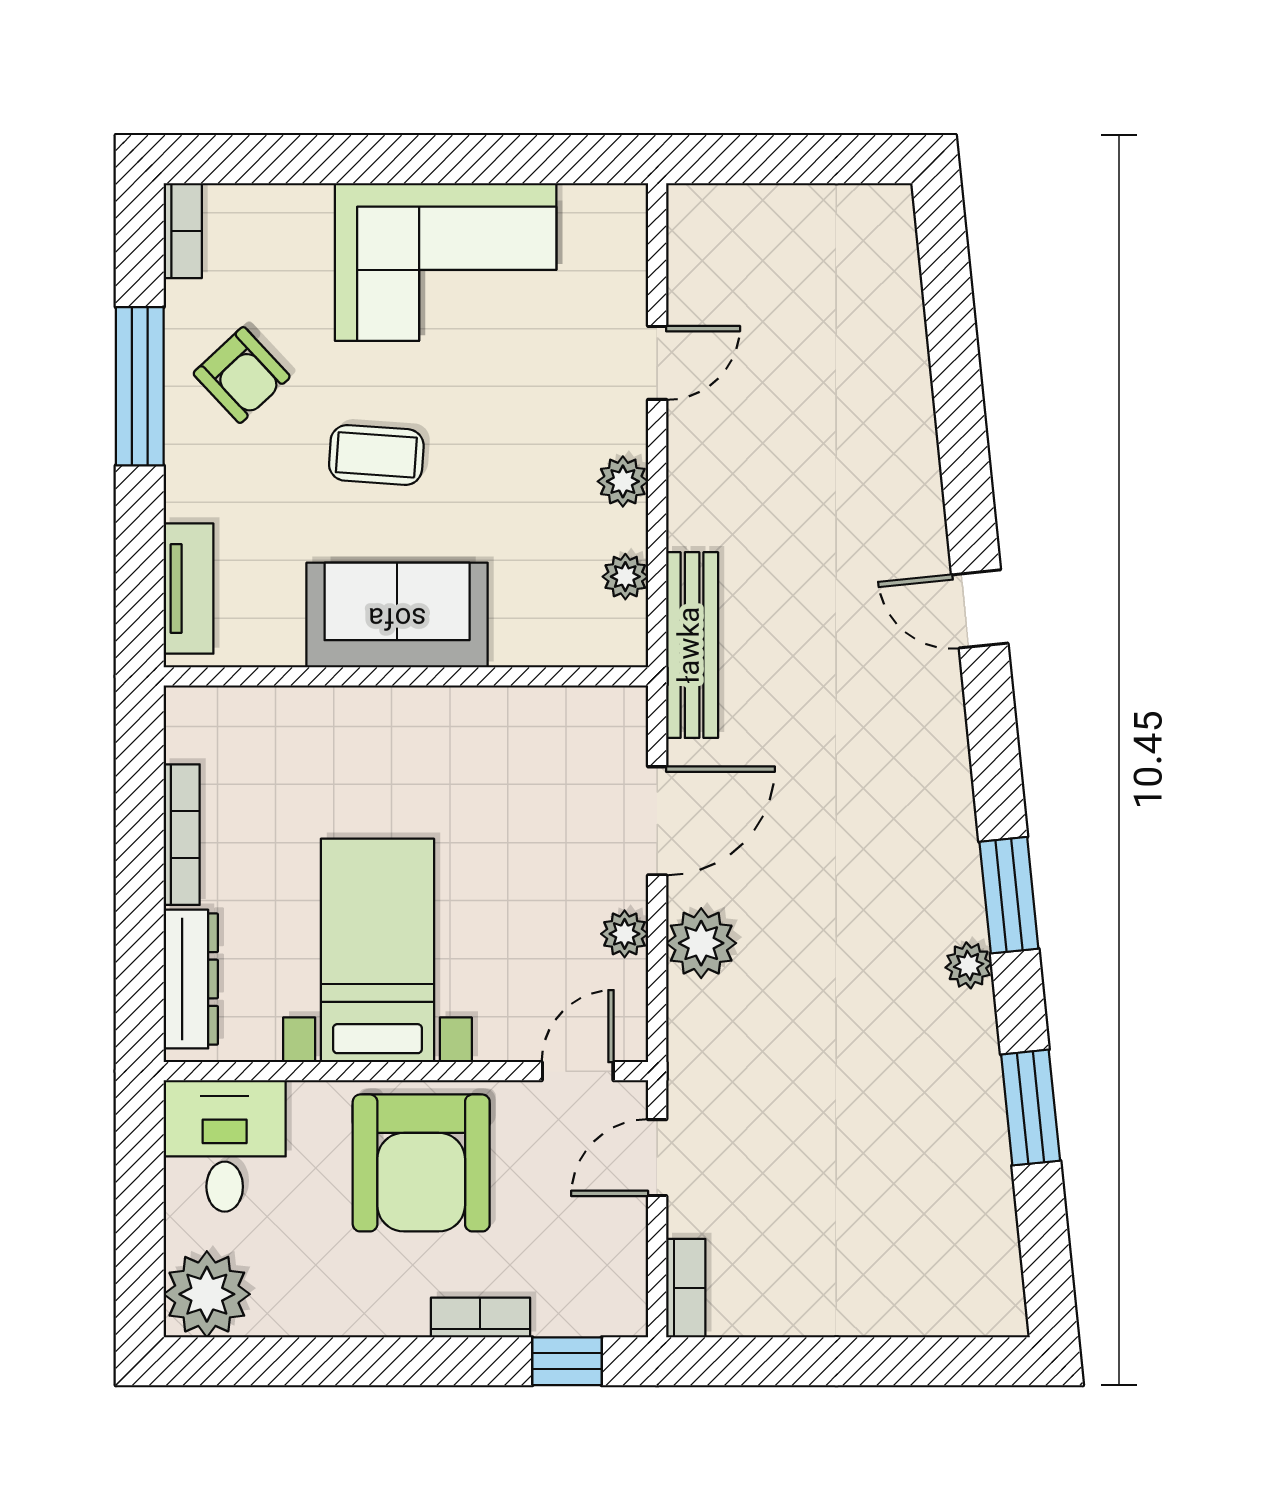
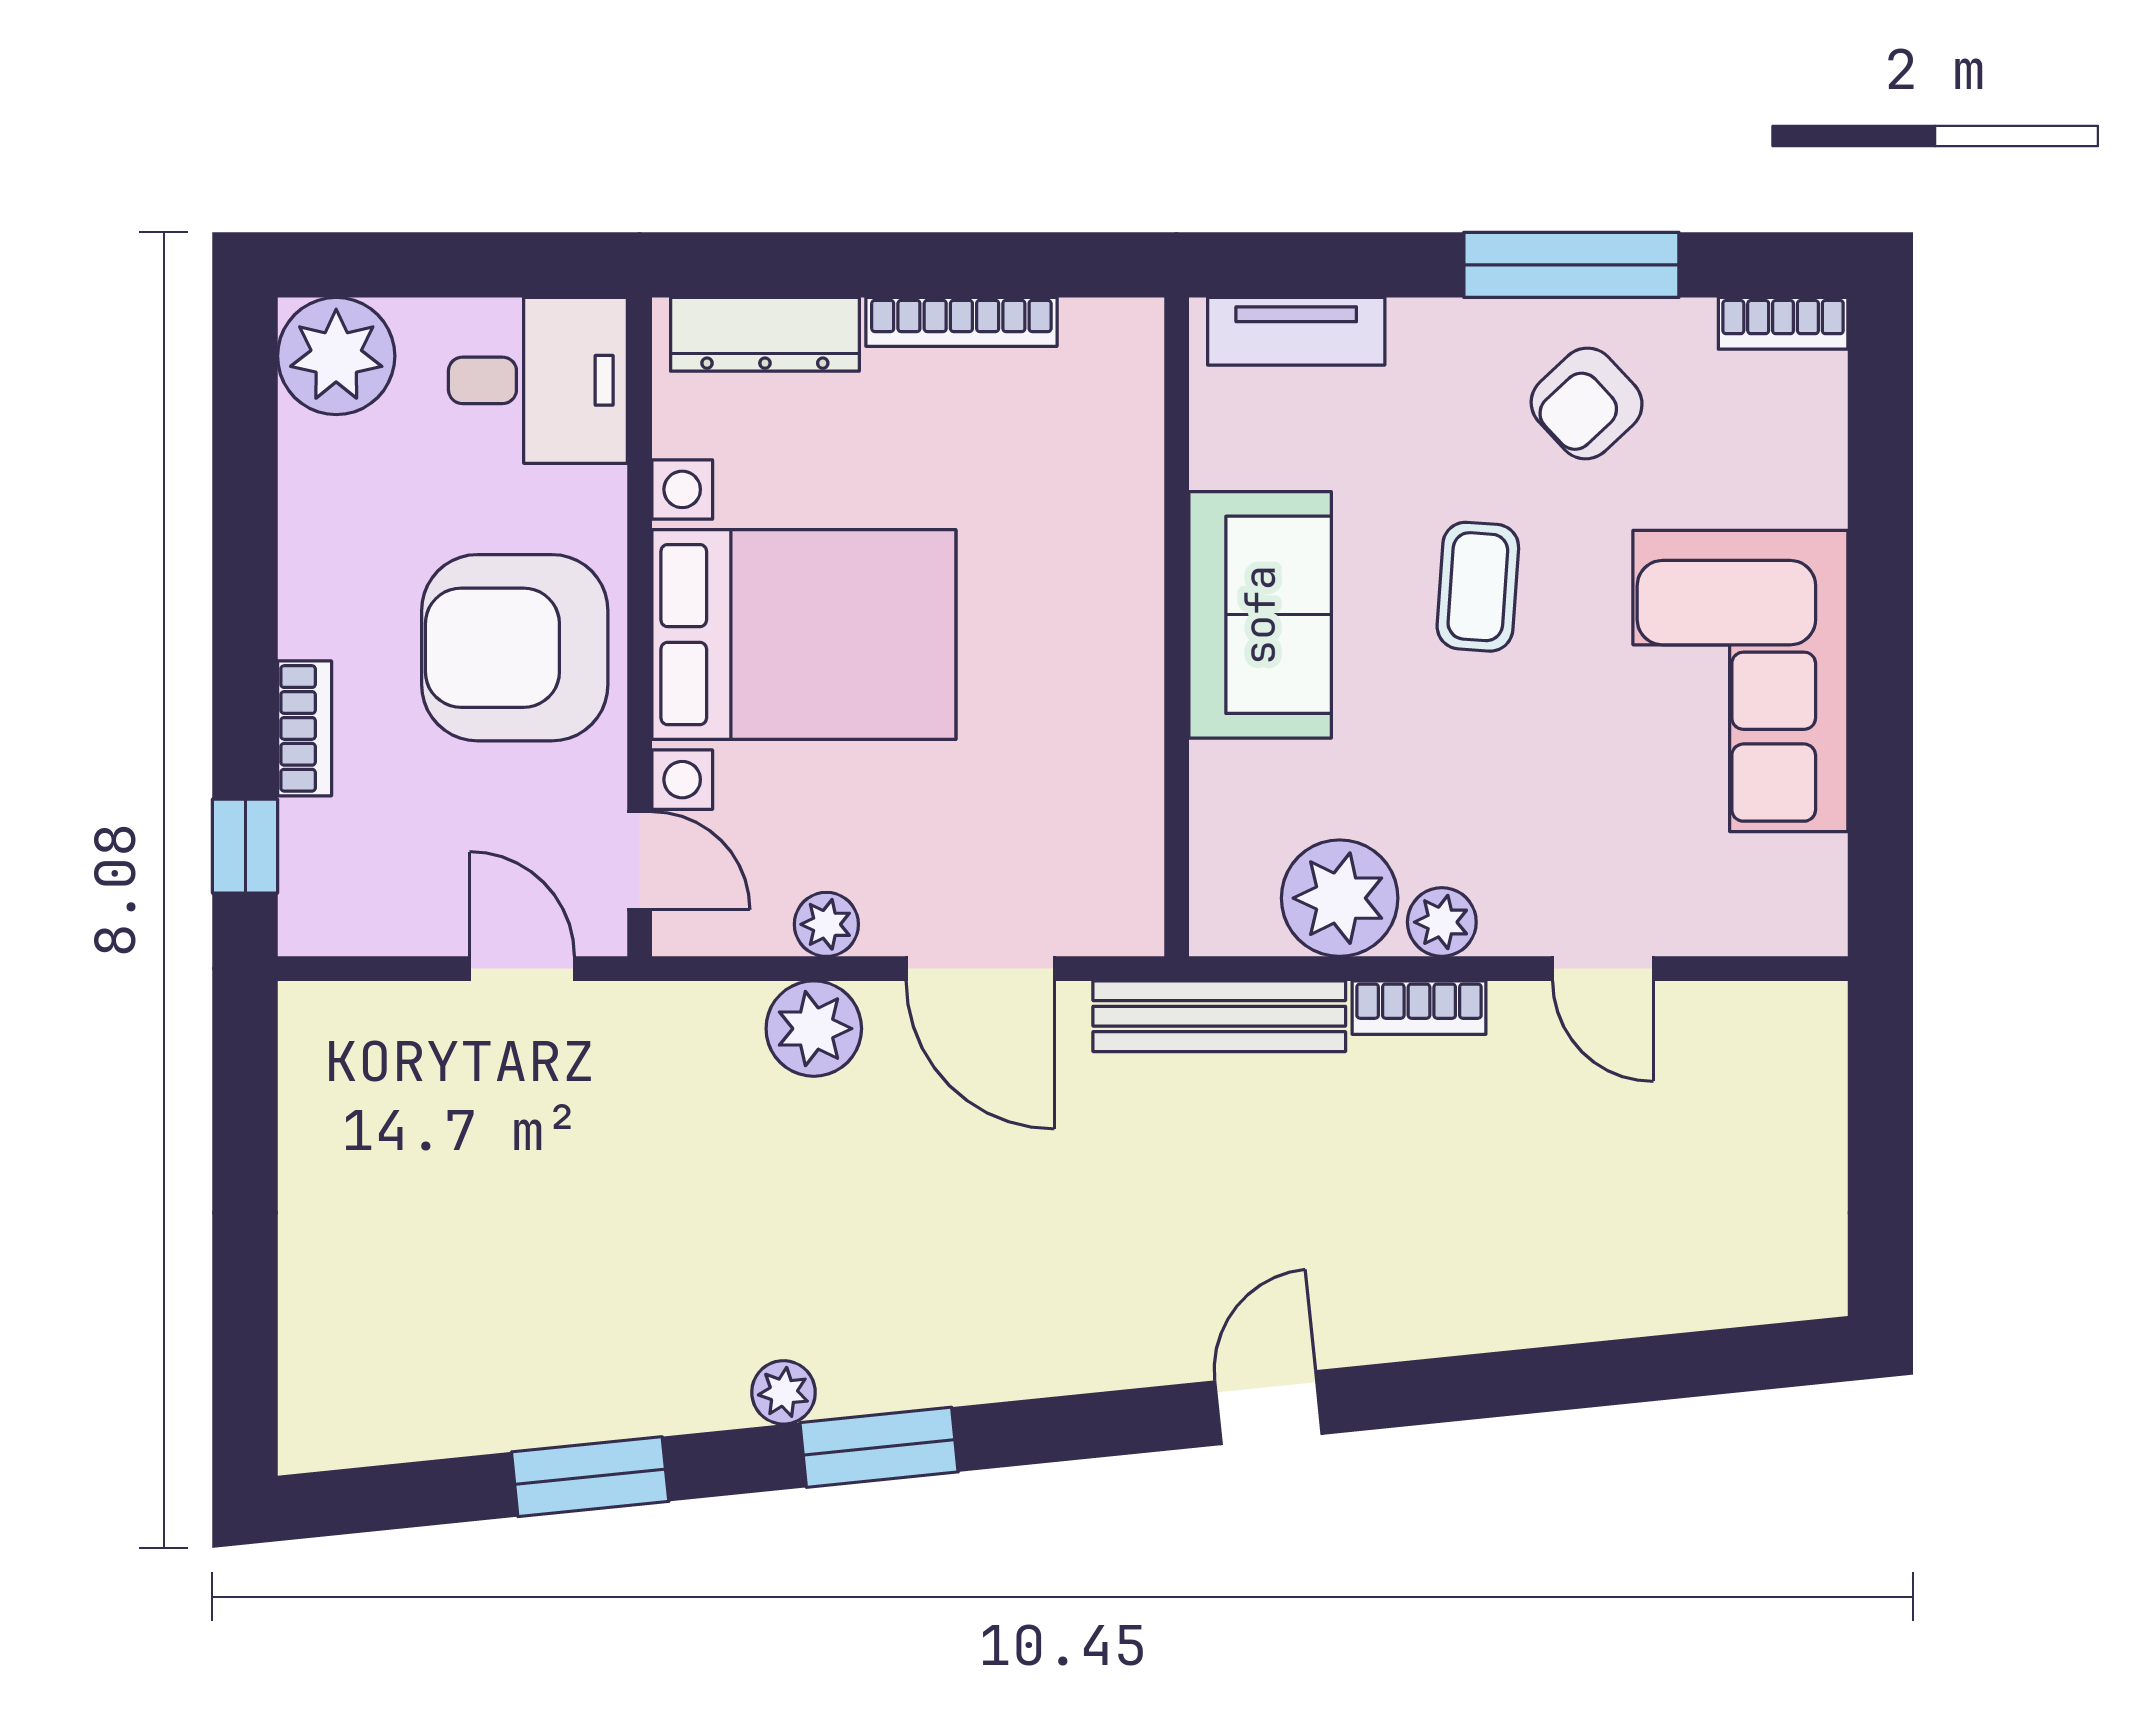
plant: (625, 577) -> (1340, 898), width x1.88, depth x1.88
bed with nightstands: (377, 950) -> (804, 635), width x1.36
bookcase: (686, 1288) -> (1419, 1008), moved

